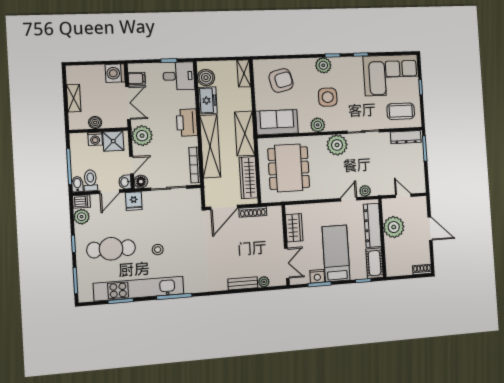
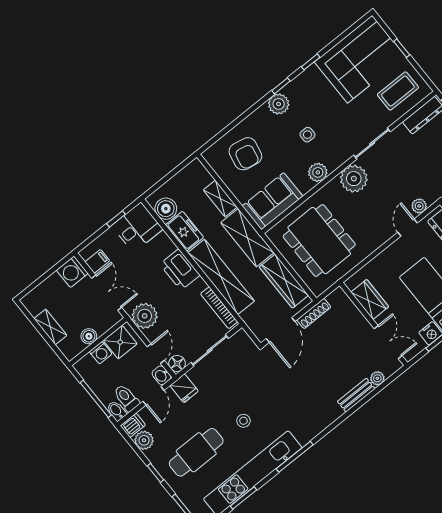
shelving: (244, 73) -> (220, 198), moved
armchair: (281, 80) -> (245, 154), turned 115
side table: (328, 97) -> (307, 135), width x0.54, depth x0.54

